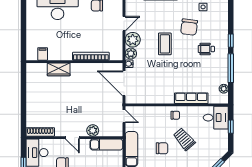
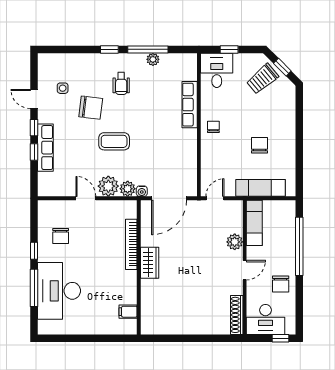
wardrobe: (59, 69) -> (150, 263), moved
plant: (224, 89) -> (153, 59), moved
trolley: (184, 139) -> (262, 79), moved

